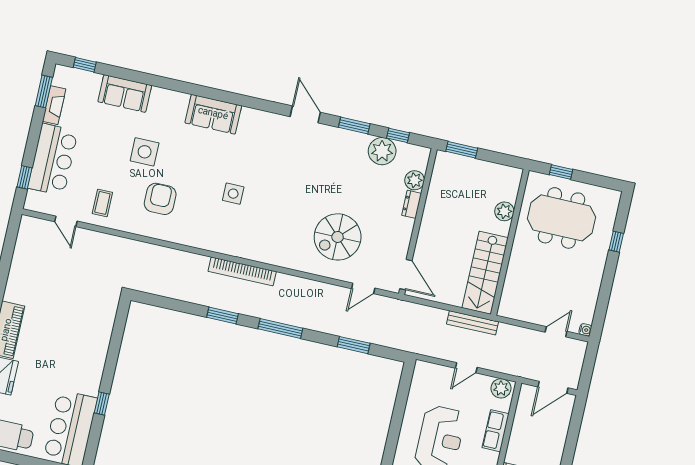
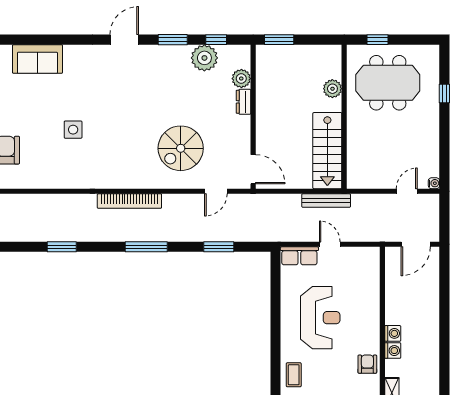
door: (305, 114) -> (124, 40), hinge flipped
bookcase: (242, 271) -> (129, 201), moved
window: (223, 315) -> (62, 247), moved
door: (466, 368) -> (330, 244), swing flipped
plant: (501, 388) -> (367, 256), removed
row of seats: (496, 431) -> (299, 256), moved, turned -90

